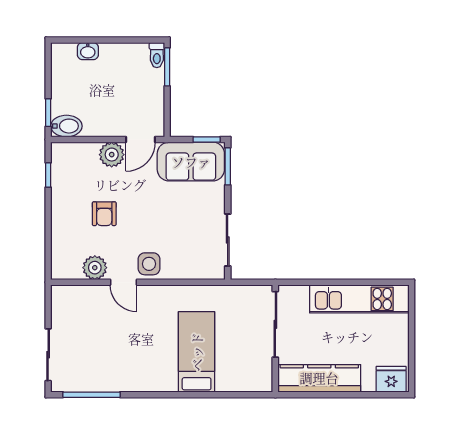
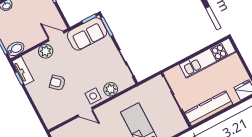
door: (141, 139) -> (56, 36), swing flipped
tv unit: (60, 166) -> (23, 71), added
armchair: (104, 214) -> (57, 83), turned 133
plant: (95, 268) -> (111, 89), moved

